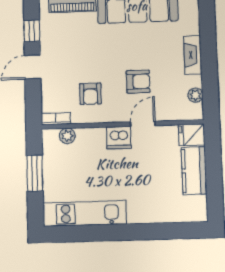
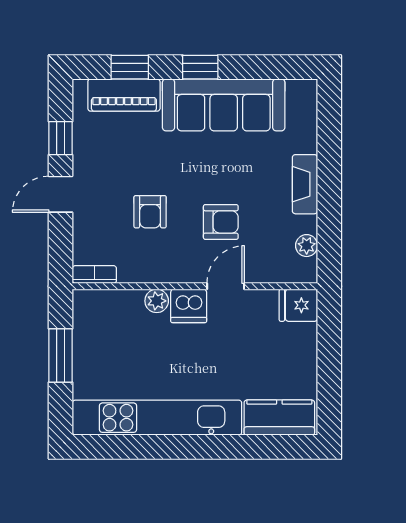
armchair: (90, 94) -> (150, 212), moved
plant: (67, 136) -> (157, 301), moved
kitchen counter: (194, 171) -> (279, 418), moved, turned 90
kitchen unit: (85, 213) -> (157, 418), width x1.36

